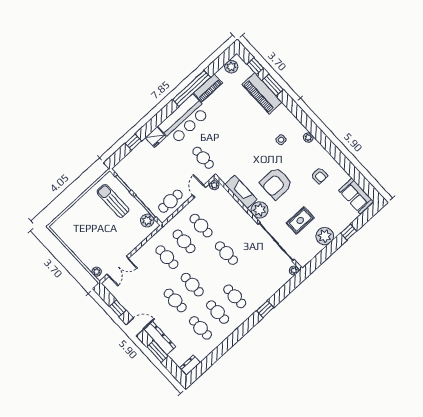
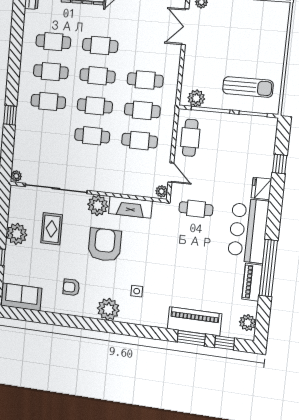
plant: (308, 138) -> (108, 309), width x1.87, depth x1.87
cafe table: (209, 269) -> (95, 106), added

